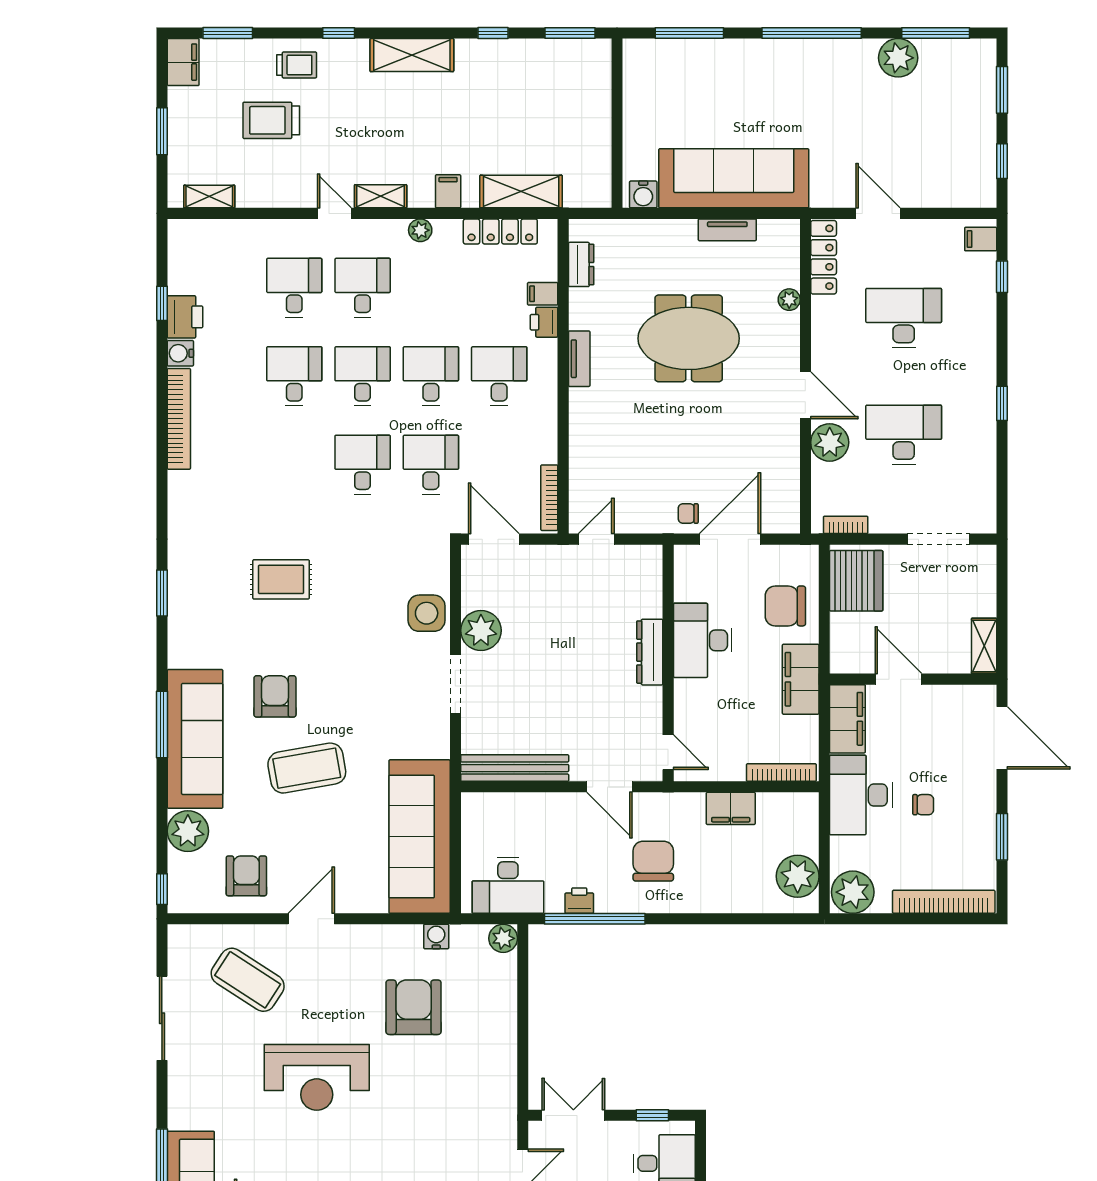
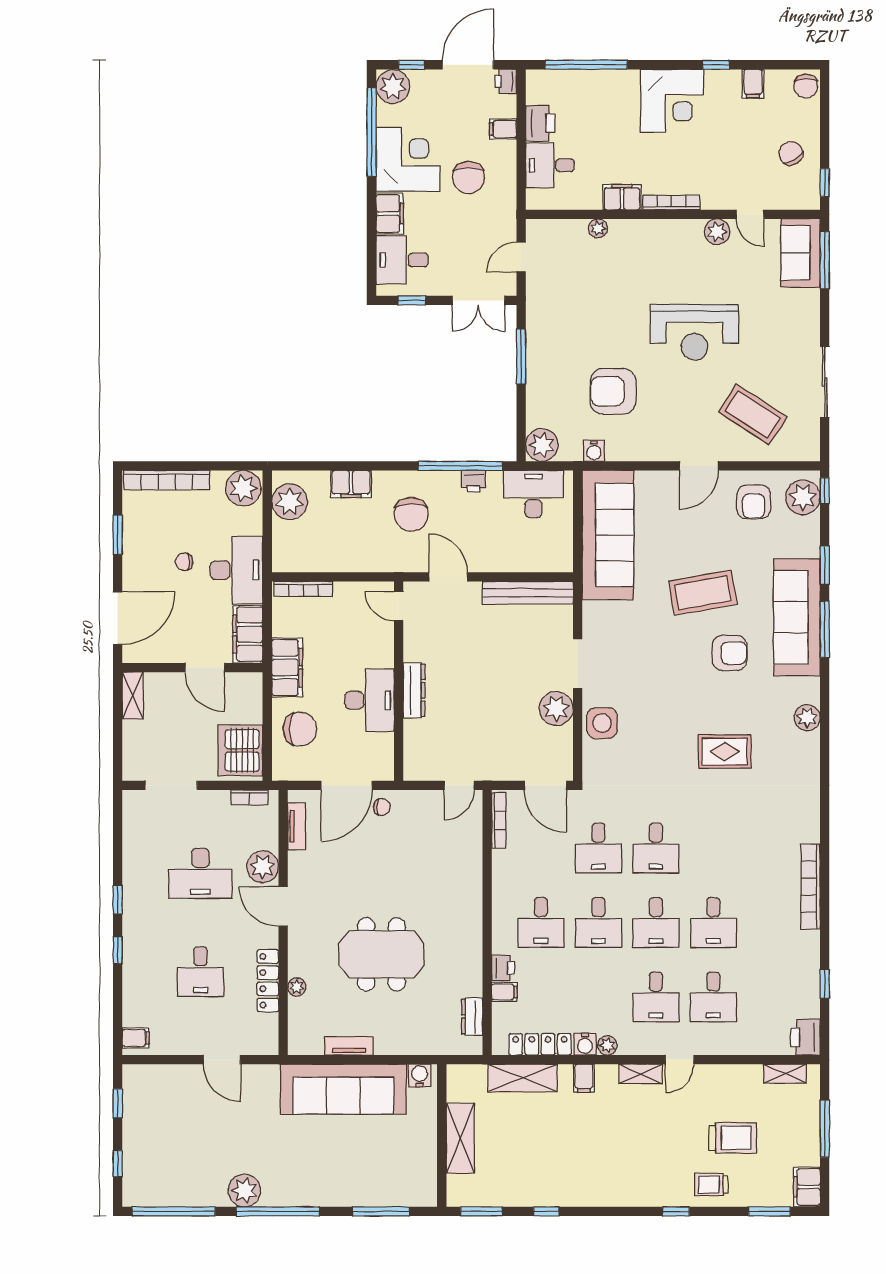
window: (936, 33) -> (174, 1211), width x1.46
shelving: (412, 55) -> (460, 1138), moved, turned 90
plant: (898, 58) -> (245, 1191), moved
window: (1002, 90) -> (118, 1164), width x0.67
window: (162, 131) -> (825, 1129), width x1.44
door: (334, 213) -> (680, 1060), hinge flipped
locker: (824, 257) -> (268, 981), moved
window: (1002, 277) -> (118, 950), moved
printer: (185, 317) -> (805, 1037), moved
desk: (904, 318) -> (200, 972), width x0.73
water cooler: (180, 353) -> (585, 1044), moved, turned 90
tv unit: (579, 359) -> (297, 826), moved, turned 180
window: (162, 593) -> (825, 565), moved
plant: (183, 620) -> (807, 718), added
armchair: (275, 696) -> (730, 653), turned -90
door: (1002, 738) -> (118, 618), swing flipped
filing cabinet: (731, 808) -> (351, 484), moved, turned 180
plant: (188, 831) -> (803, 497), moved
plant: (503, 938) -> (542, 445), width x1.36, depth x1.36
armchair: (414, 1007) -> (613, 391), turned 90
window: (523, 1049) -> (521, 356), added
reception desk: (317, 1077) -> (694, 332), turned 180

